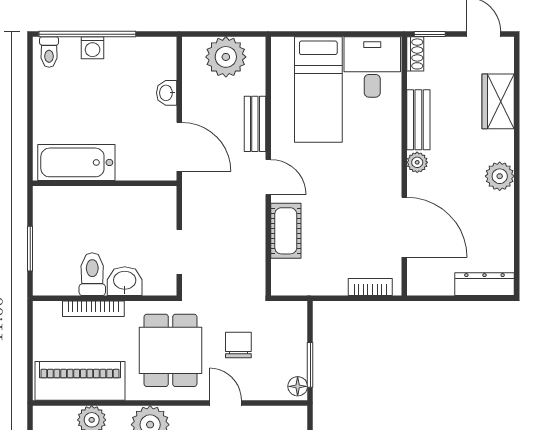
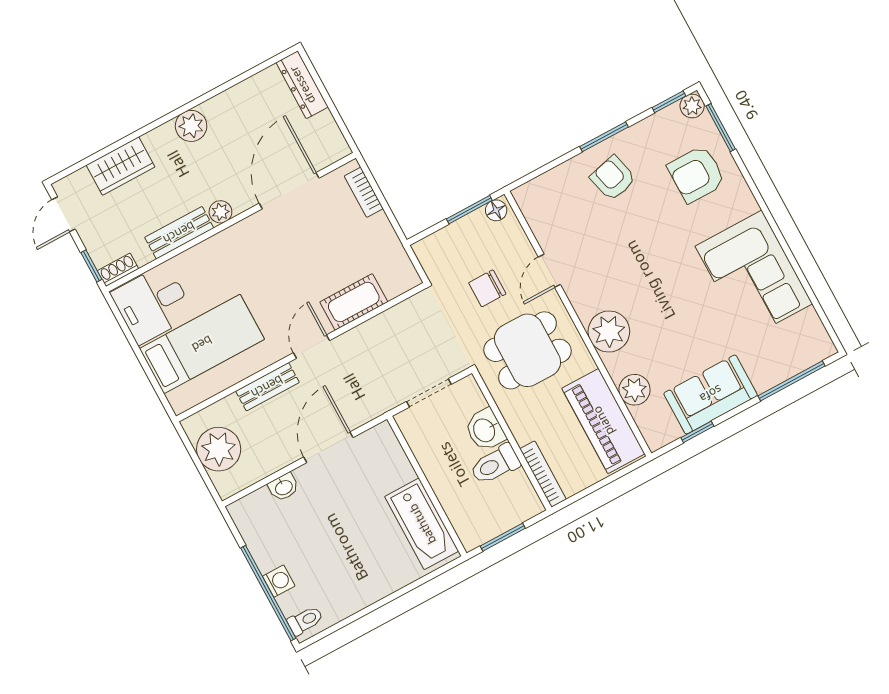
bathtub: (76, 162) -> (422, 524), moved
wall: (105, 183) -> (427, 486), moved
bookcase: (93, 309) -> (543, 474), moved

